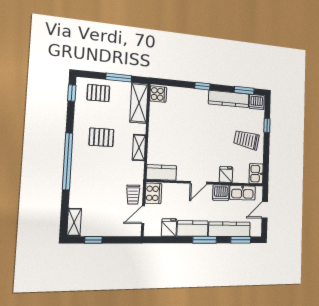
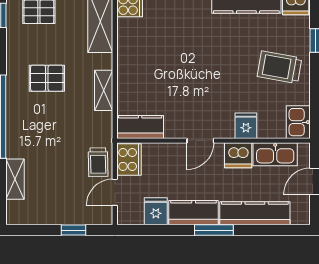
shelving: (74, 222) -> (15, 179), moved
window: (93, 240) -> (73, 230), moved
window: (241, 240) -> (275, 230), removed

